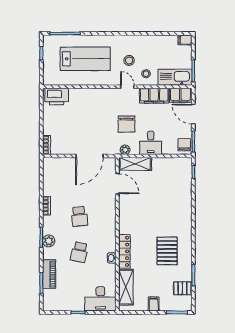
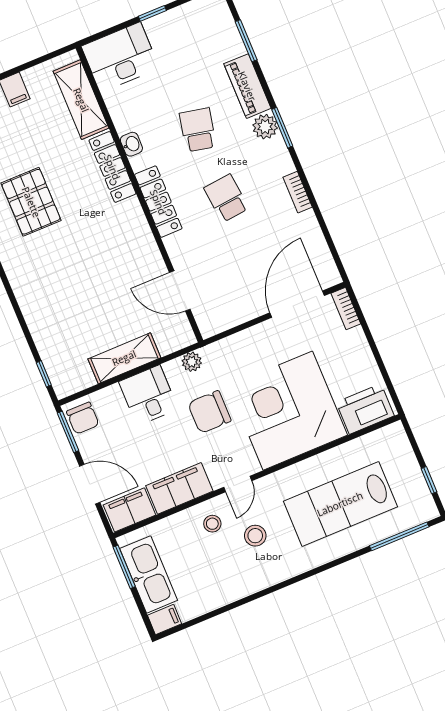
kitchen sink: (175, 77) -> (149, 574), moved, turned -90
door: (127, 87) -> (238, 484), hinge flipped
corner desk: (91, 110) -> (288, 411), added
chair: (127, 124) -> (209, 412), turned -90
door: (89, 156) -> (297, 304), moved
shelving: (135, 164) -> (124, 358), moved
locker: (110, 227) -> (158, 202), added
piano: (49, 274) -> (247, 86), moved

